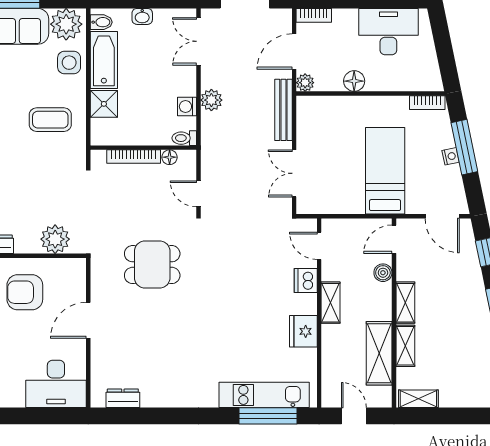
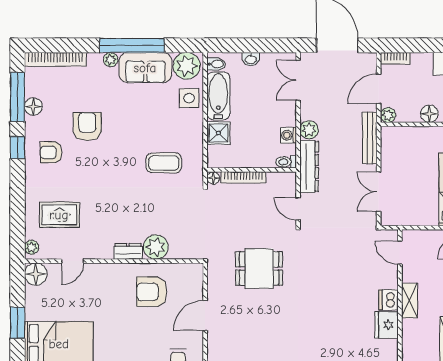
coffee table: (50, 120) -> (164, 163), moved
dresser: (212, 144) -> (309, 166), added
floor lamp: (170, 157) -> (213, 178), moved
plant: (55, 239) -> (156, 247), moved
dishwasher: (306, 280) -> (388, 300), moved

